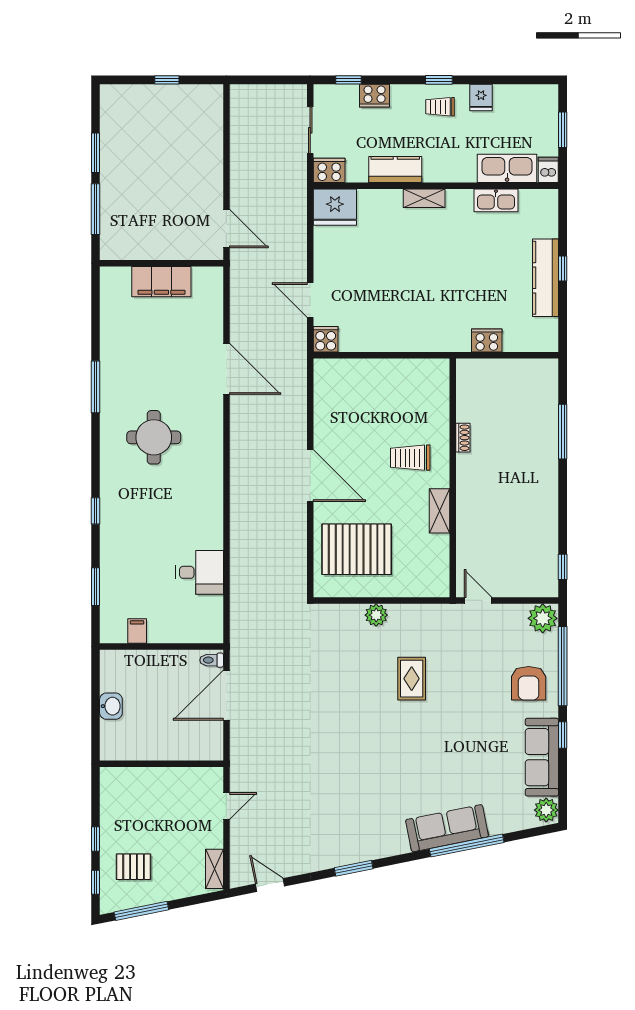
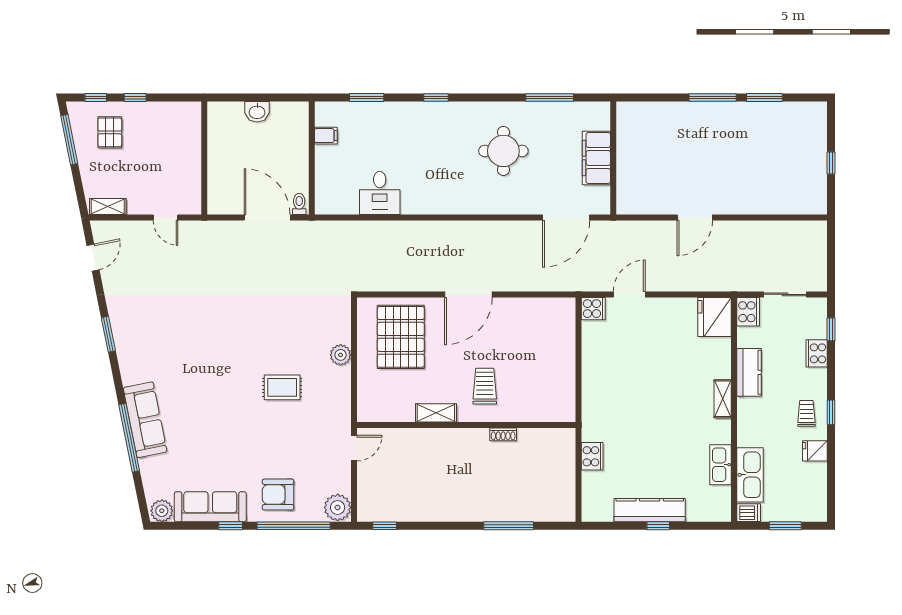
wall: (162, 263) -> (613, 158), moved
filing cabinet: (161, 282) -> (596, 158), moved

